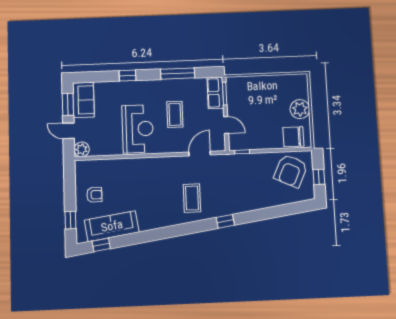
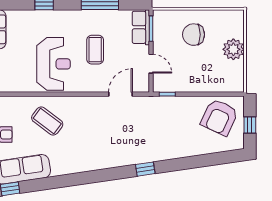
chair: (293, 137) -> (194, 35), moved
coffee table: (192, 198) -> (47, 121), moved, turned -53

